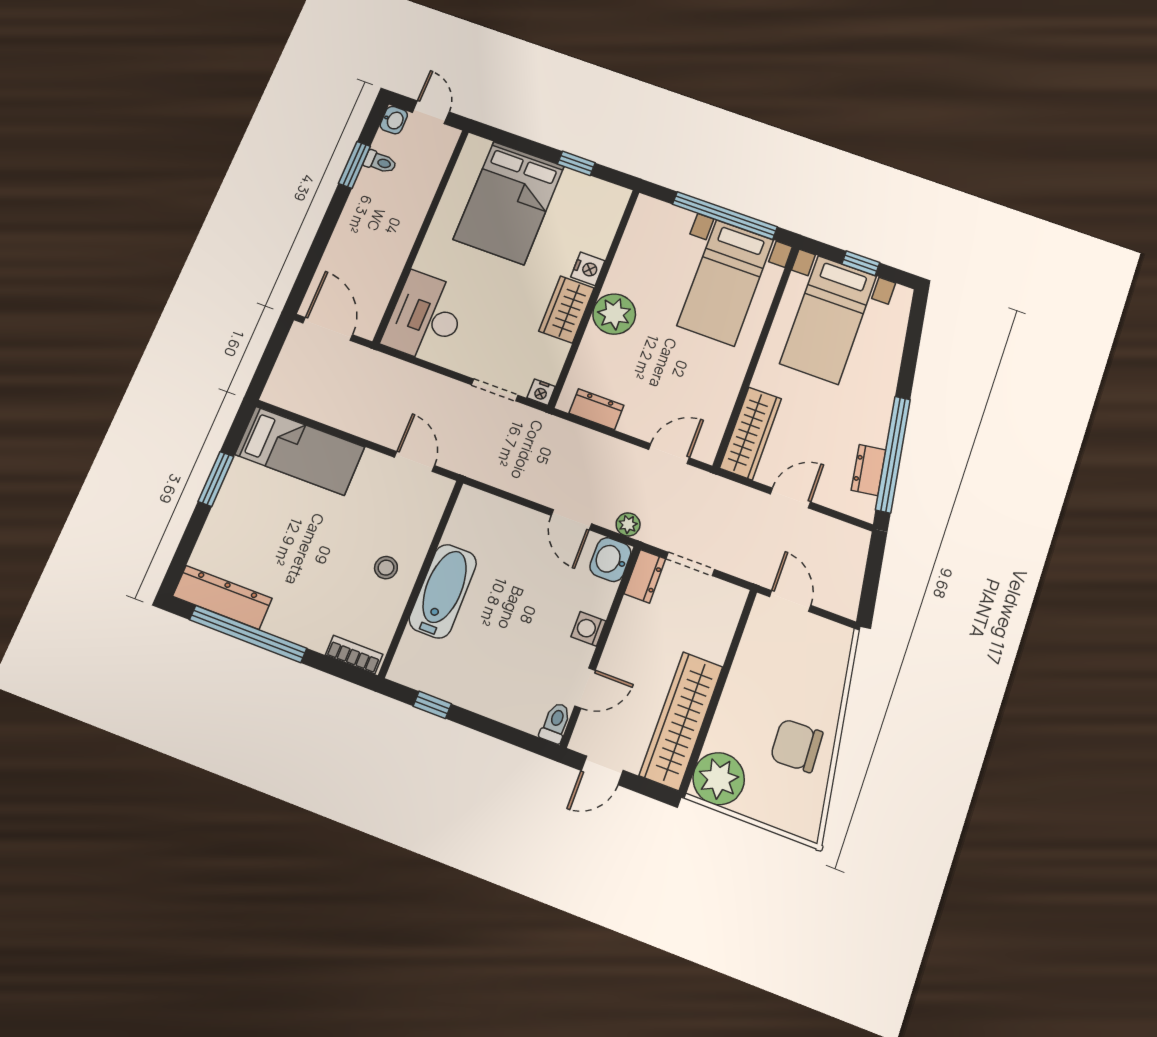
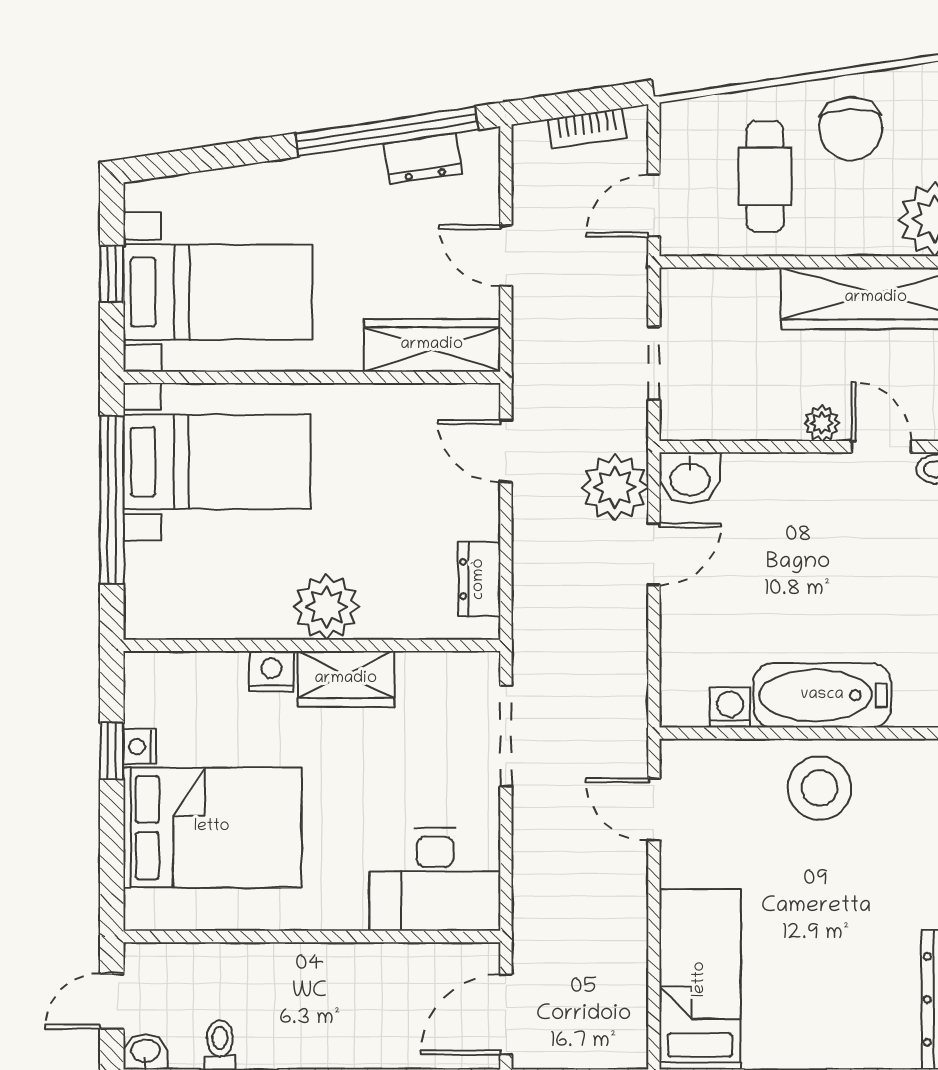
doorway: (495, 390) -> (506, 736), width x1.38
nightstand: (541, 392) -> (140, 747), moved, turned 180
door: (414, 461) -> (654, 809), hinge flipped
plant: (628, 524) -> (615, 487), width x1.87, depth x1.87
stool: (386, 568) -> (820, 788), width x1.89, depth x1.89
dresser: (645, 576) -> (695, 421), removed
bookcase: (854, 578) -> (587, 128), added
washing machine: (588, 629) -> (730, 707), moved, turned 180
plant: (614, 656) -> (822, 423), added
cafe table: (785, 678) -> (765, 176), added

